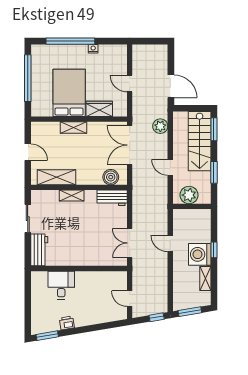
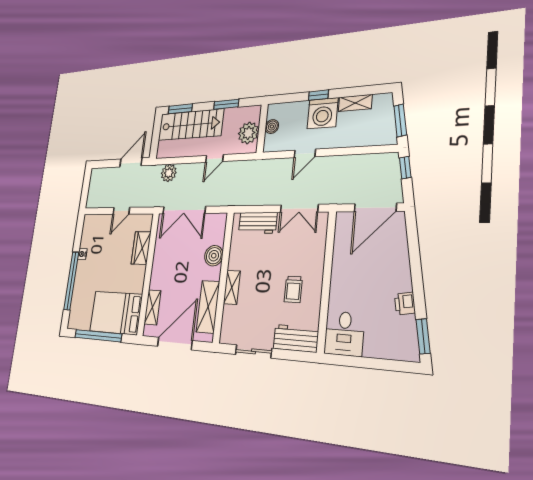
bed: (69, 93) -> (116, 313), moved
shelving: (73, 127) -> (152, 307), moved
door: (28, 152) -> (175, 343), width x1.88
boiler: (111, 177) -> (214, 256), moved
workbench: (112, 198) -> (258, 223), moved, turned 90
boiler: (193, 214) -> (272, 127), added
trolley: (72, 244) -> (293, 289), added
desk: (61, 285) -> (344, 334), moved, turned -90
door: (130, 299) -> (375, 208), width x1.88

